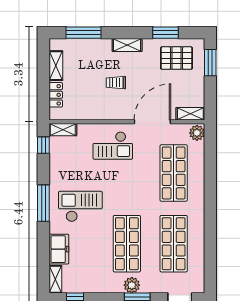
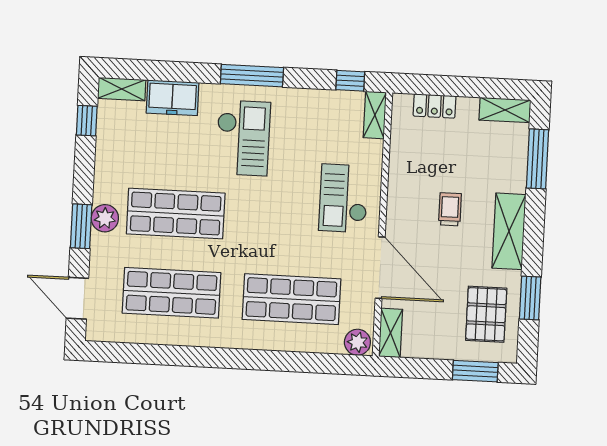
shelving: (127, 45) -> (509, 231), width x1.50, depth x1.33
shelving: (56, 66) -> (505, 110), moved

